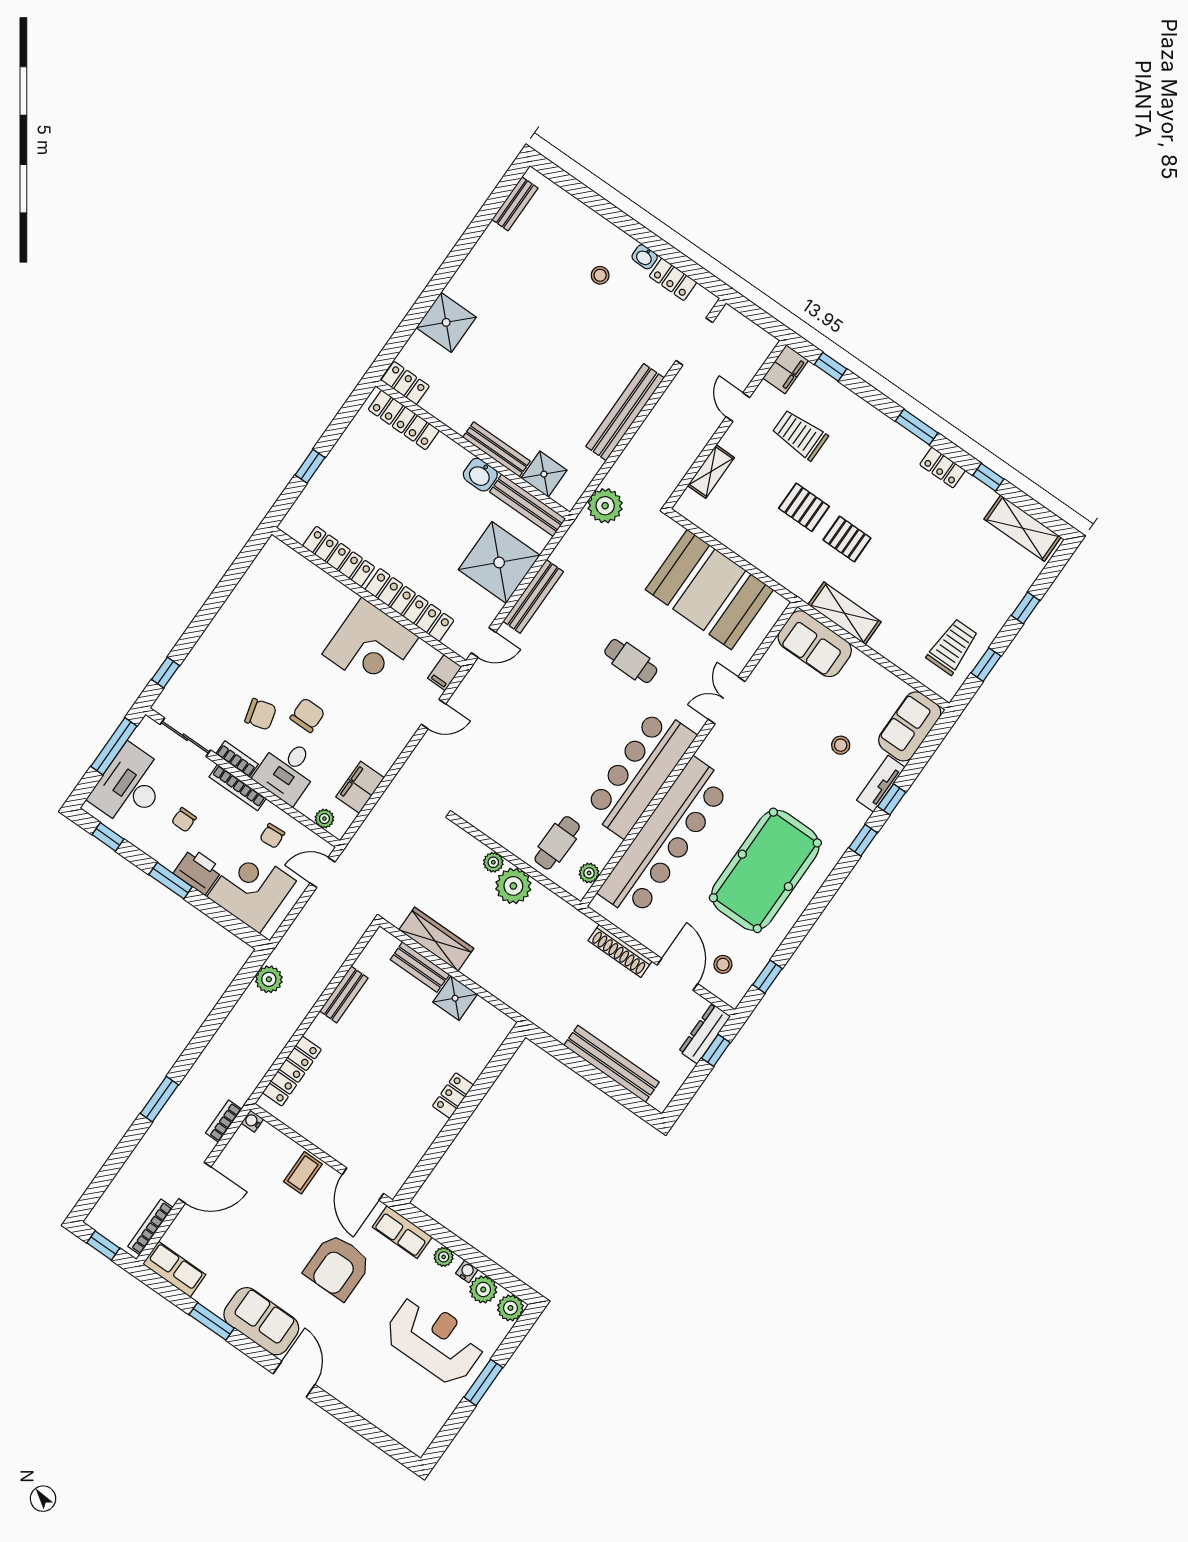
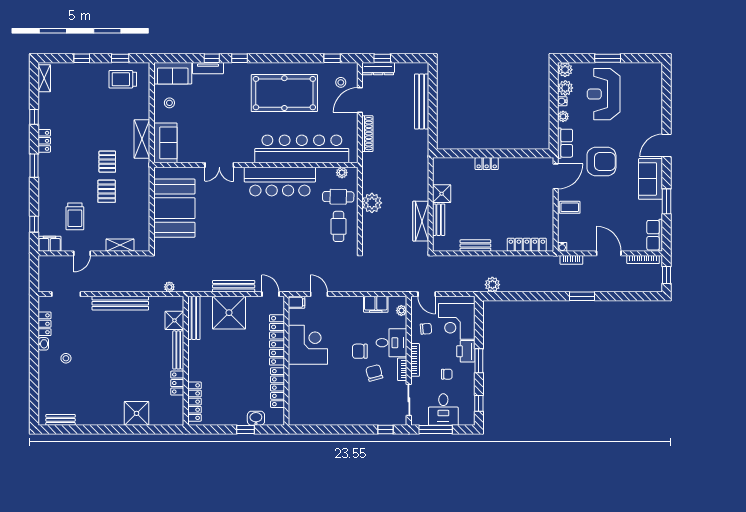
locker: (405, 383) -> (177, 383), moved
washbasin: (480, 475) -> (256, 418), moved, turned -90
plant: (605, 506) -> (169, 287), width x0.53, depth x0.53
shelving: (1023, 528) -> (44, 78), width x0.67, depth x0.75
cafe table: (631, 661) -> (339, 226), moved
stool: (841, 745) -> (169, 103), moved
desk: (130, 786) -> (443, 410), width x0.73
plant: (493, 862) -> (367, 220), removed

